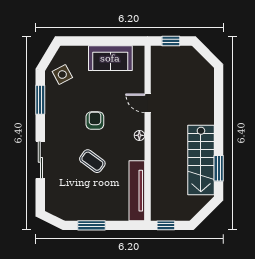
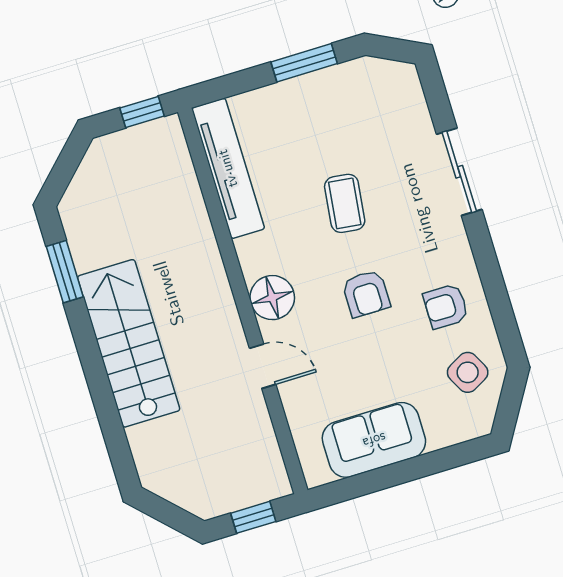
window: (40, 100) -> (499, 303), removed
armchair: (63, 105) -> (446, 306), added
floor lamp: (139, 135) -> (272, 298), width x1.89, depth x1.89
stairs: (201, 160) -> (129, 343), moved
coffee table: (92, 161) -> (345, 203), turned 61

